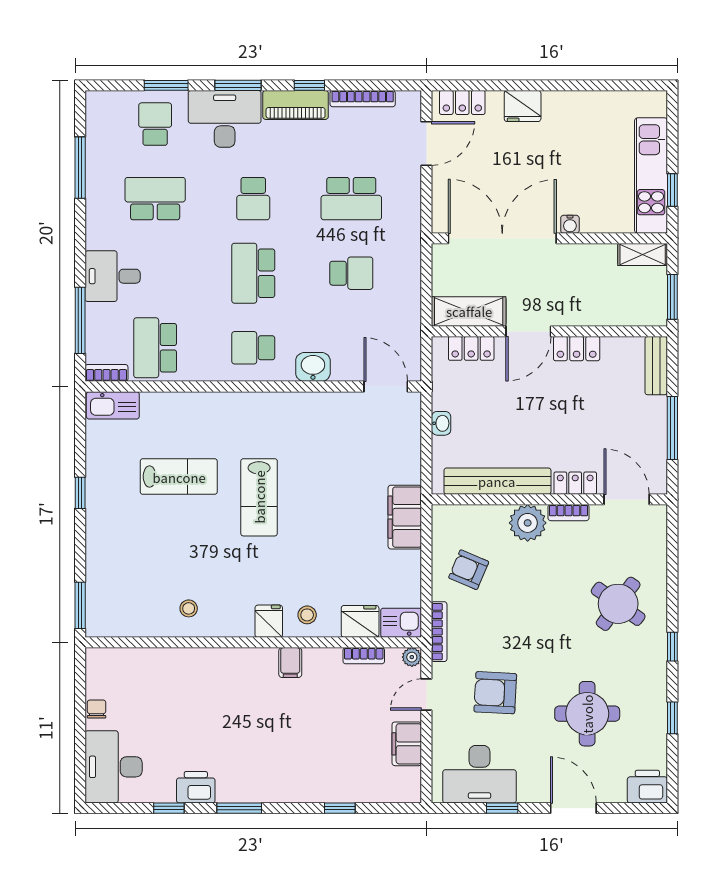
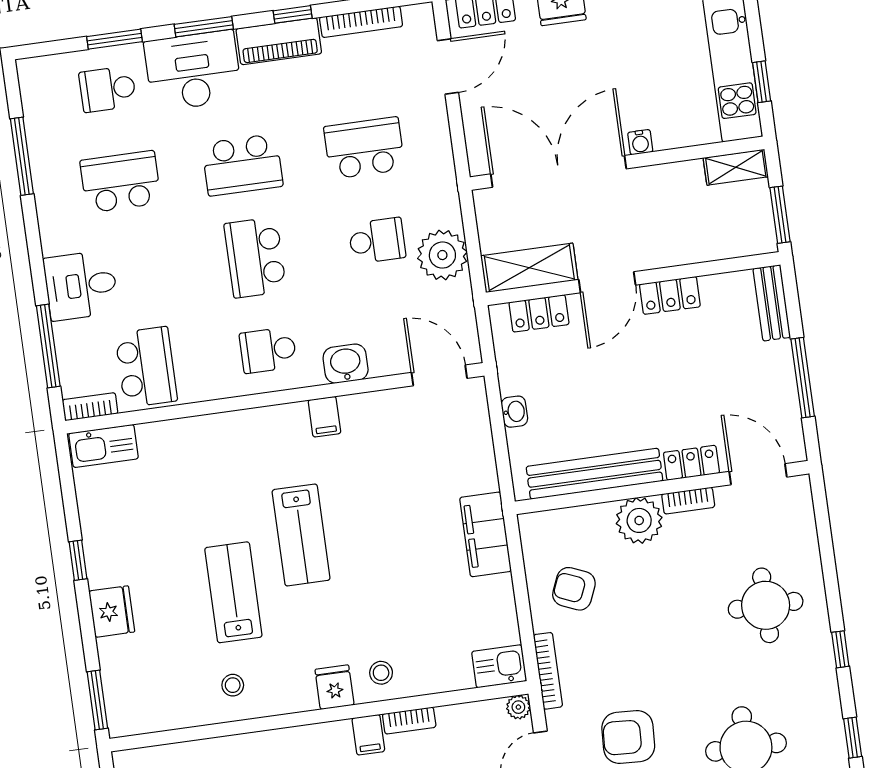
school desk: (155, 124) -> (108, 89), turned -90
school desk: (253, 199) -> (242, 165), width x1.85
school desk: (351, 199) -> (364, 148), turned 180
plant: (401, 292) -> (442, 255), added
school desk: (155, 348) -> (146, 367), turned 180
filing cabinet: (290, 407) -> (324, 417), added
lab bench: (179, 477) -> (233, 592), moved, turned -90
round table: (618, 604) -> (766, 605), turned -36
fridge: (360, 621) -> (112, 612), moved, turned 90
bookcase: (364, 656) -> (409, 721), moved

